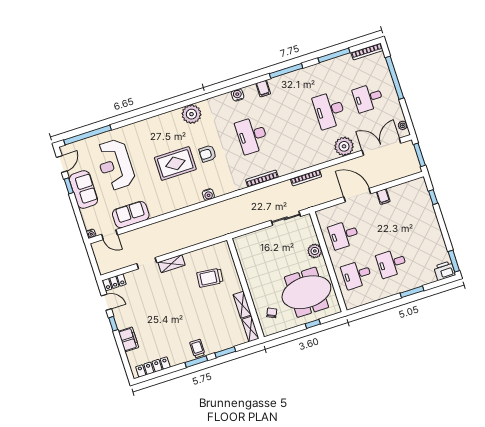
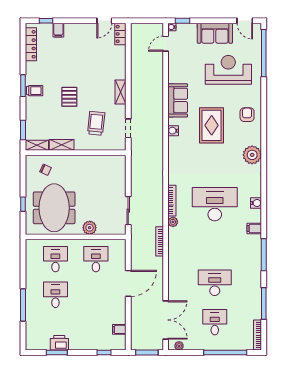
desk: (252, 135) -> (215, 204), width x1.36, depth x1.30
plant: (344, 146) -> (173, 222), moved, width x0.53, depth x0.53
armchair: (208, 154) -> (247, 115), moved
window: (69, 186) -> (182, 21), moved
water cooler: (208, 195) -> (173, 131), moved
filing cabinet: (383, 197) -> (119, 329), moved
sofa: (131, 215) -> (178, 100), moved
window: (454, 261) -> (57, 353), moved
doorway: (147, 263) -> (128, 128), moved
printer: (445, 271) -> (59, 343), moved, turned -90
window: (412, 292) -> (23, 305), width x1.44
pallet: (192, 313) -> (69, 97), added
window: (113, 324) -> (46, 21), moved
filing cabinet: (129, 339) -> (58, 30), width x0.50
window: (225, 352) -> (23, 130), moved

